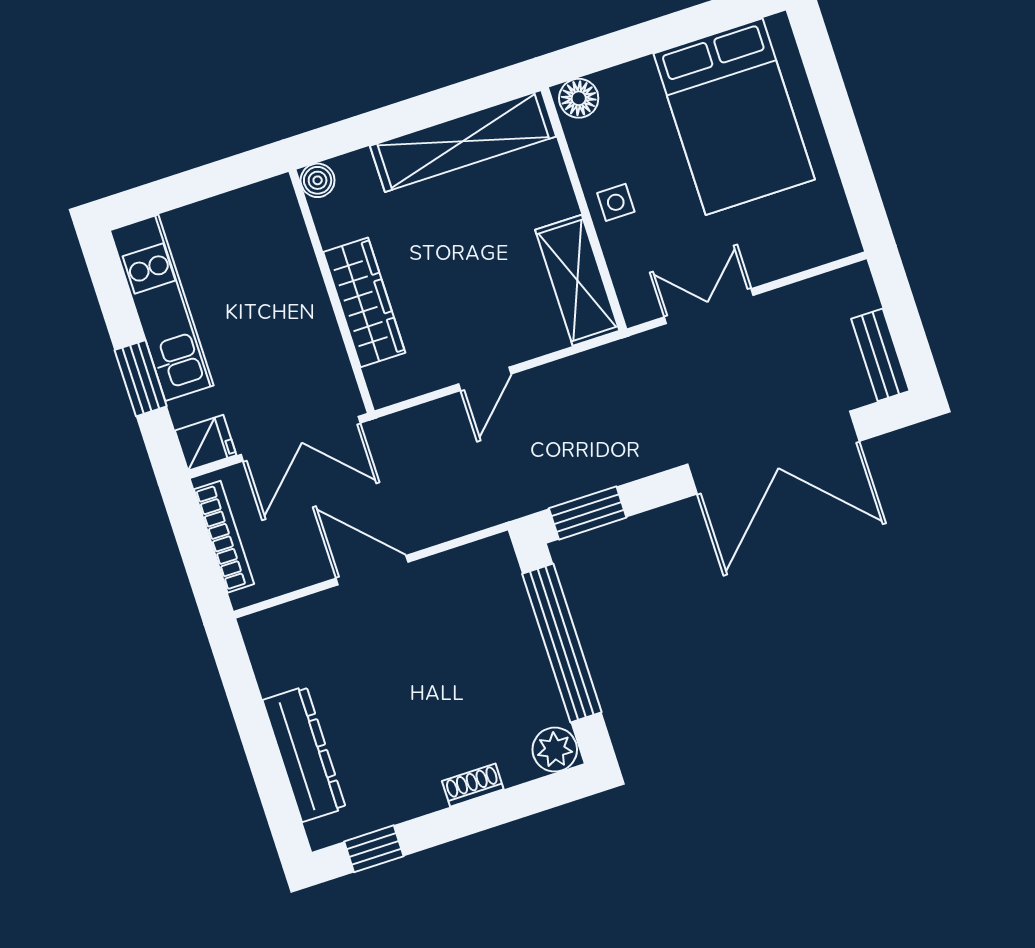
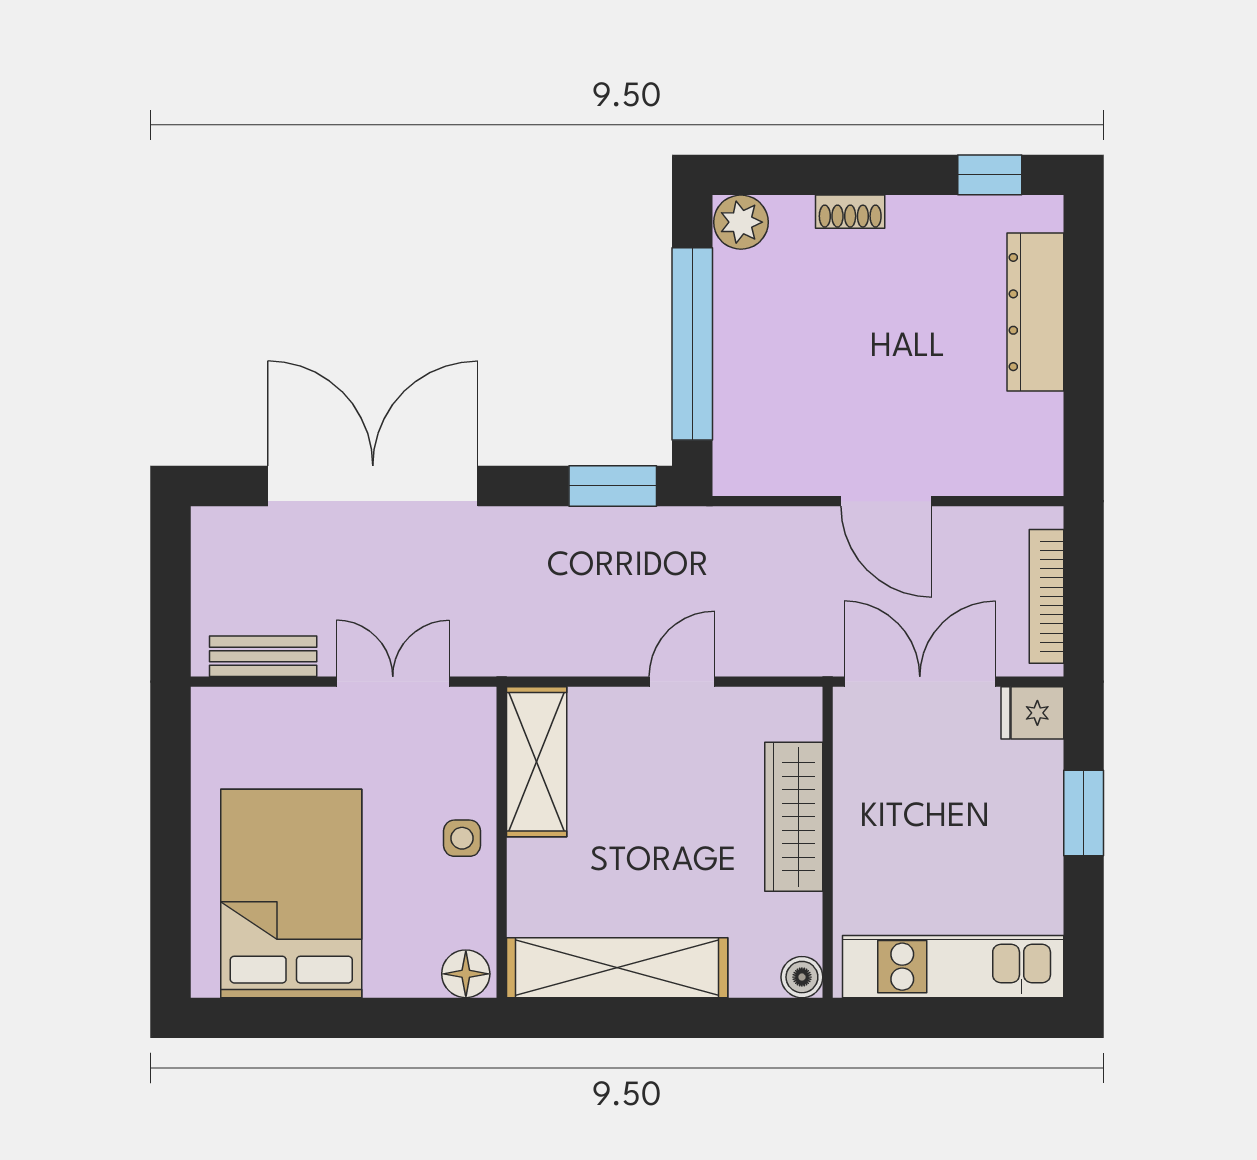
double door: (709, 306) -> (393, 682), swing flipped
kitchen unit: (162, 308) -> (953, 967), moved, turned 90
bench: (880, 355) -> (263, 656), moved, turned 90

